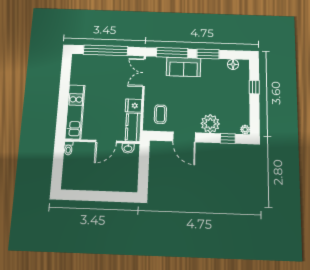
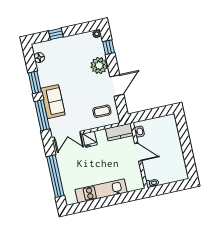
fridge: (134, 106) -> (90, 139), moved
kitchen unit: (75, 112) -> (101, 191), moved

